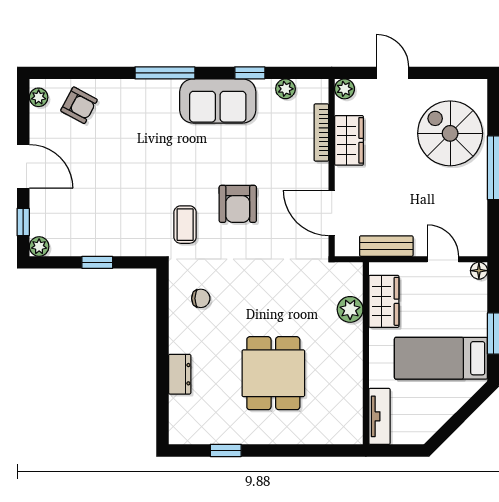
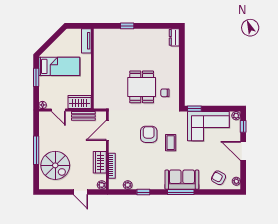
sofa: (218, 101) -> (182, 180), moved
door: (332, 213) -> (107, 130), swing flipped
corner sofa: (102, 223) -> (208, 126), added
coffee table: (185, 225) -> (171, 143), moved
window: (97, 262) -> (194, 109), moved
wardrobe: (384, 301) -> (80, 102), moved, turned 90
plant: (350, 309) -> (99, 88), removed
dining table: (273, 373) -> (142, 87), moved
dresser: (180, 374) -> (174, 37), moved
window: (226, 450) -> (127, 26), moved

